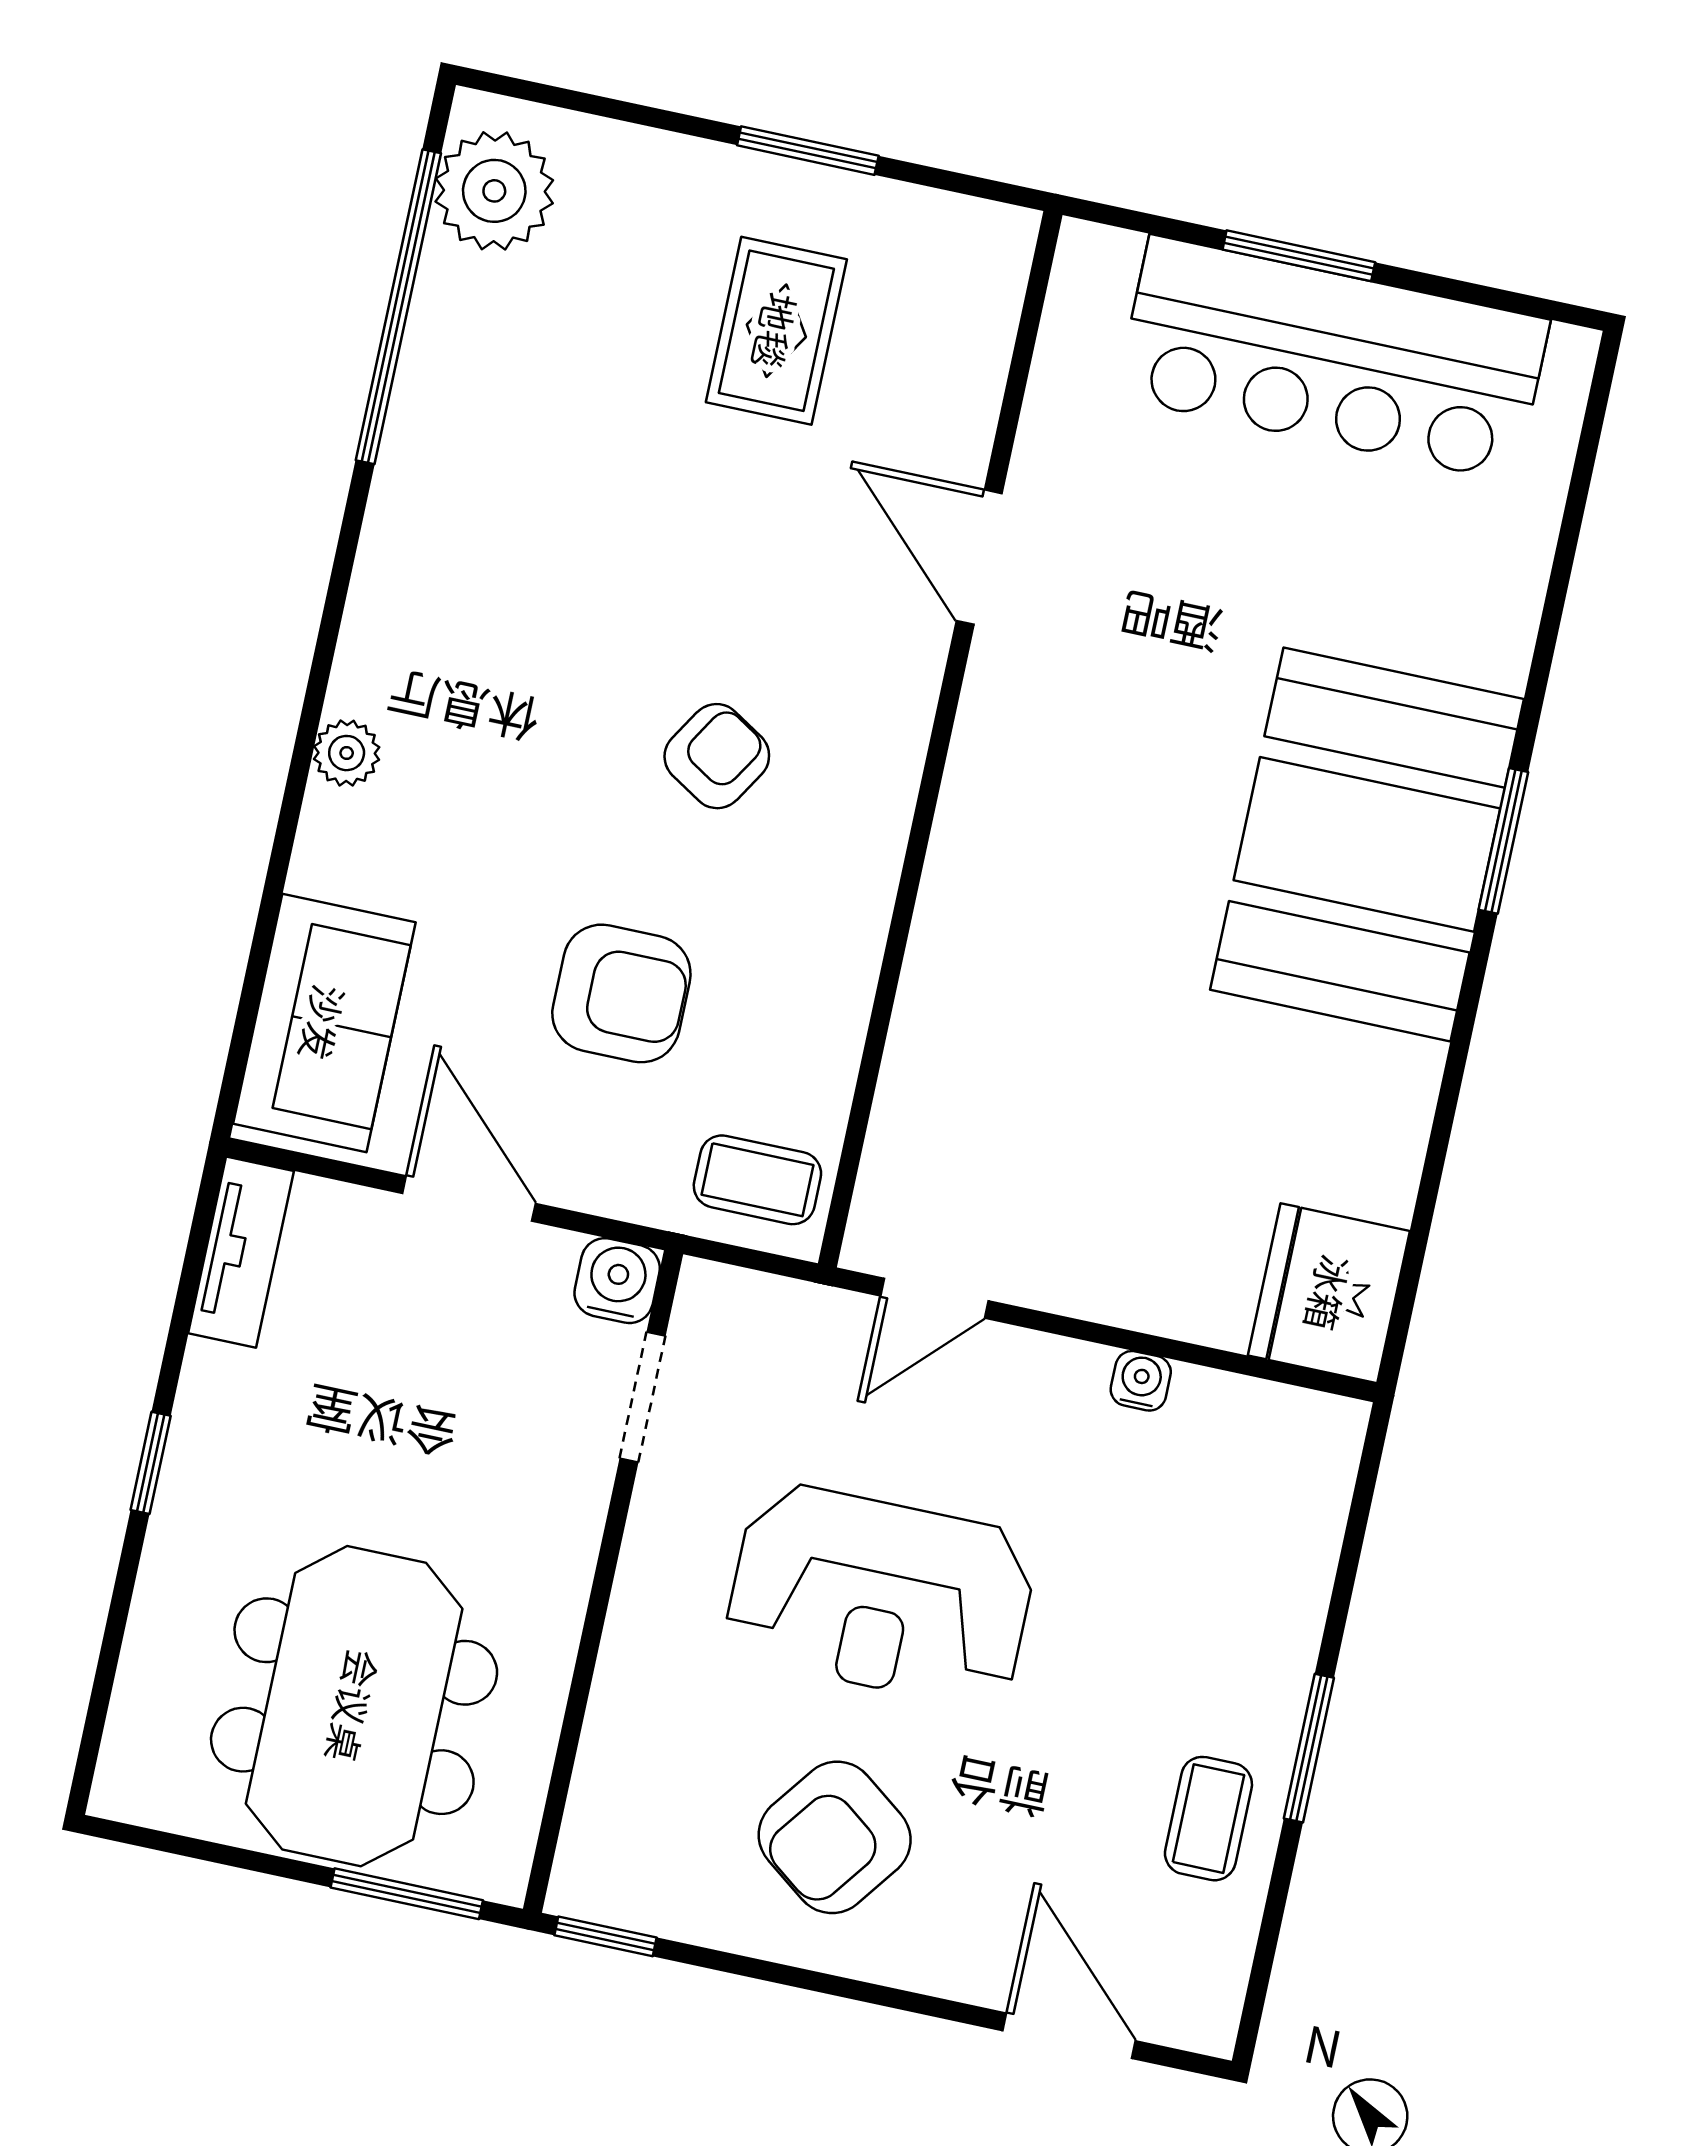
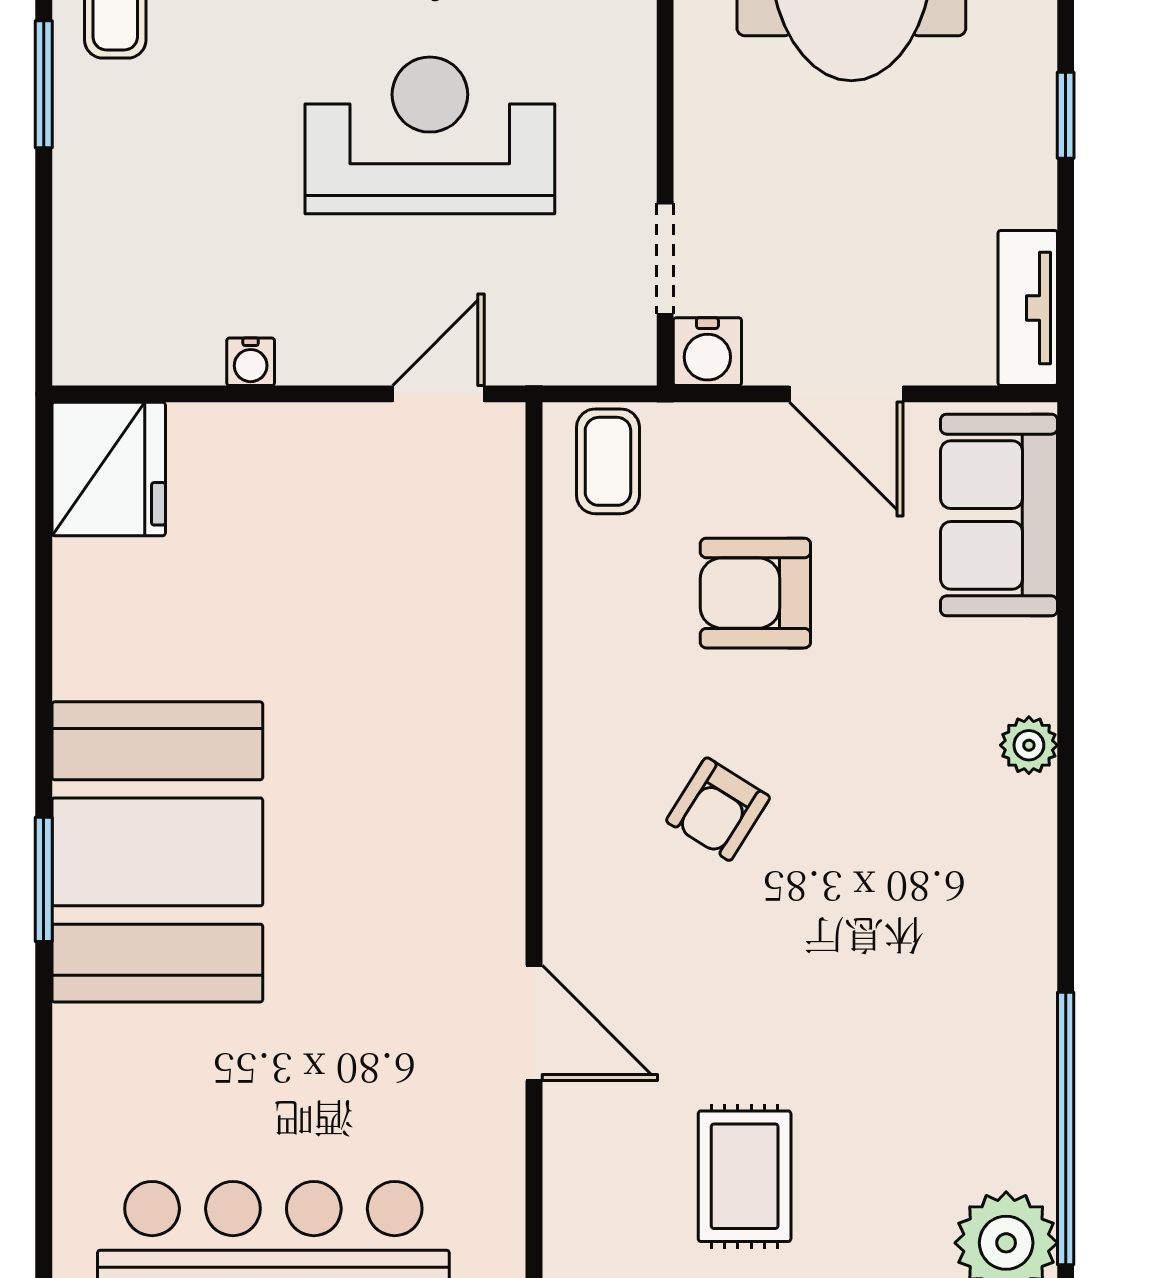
coffee table: (757, 1180) -> (608, 461), turned 90

